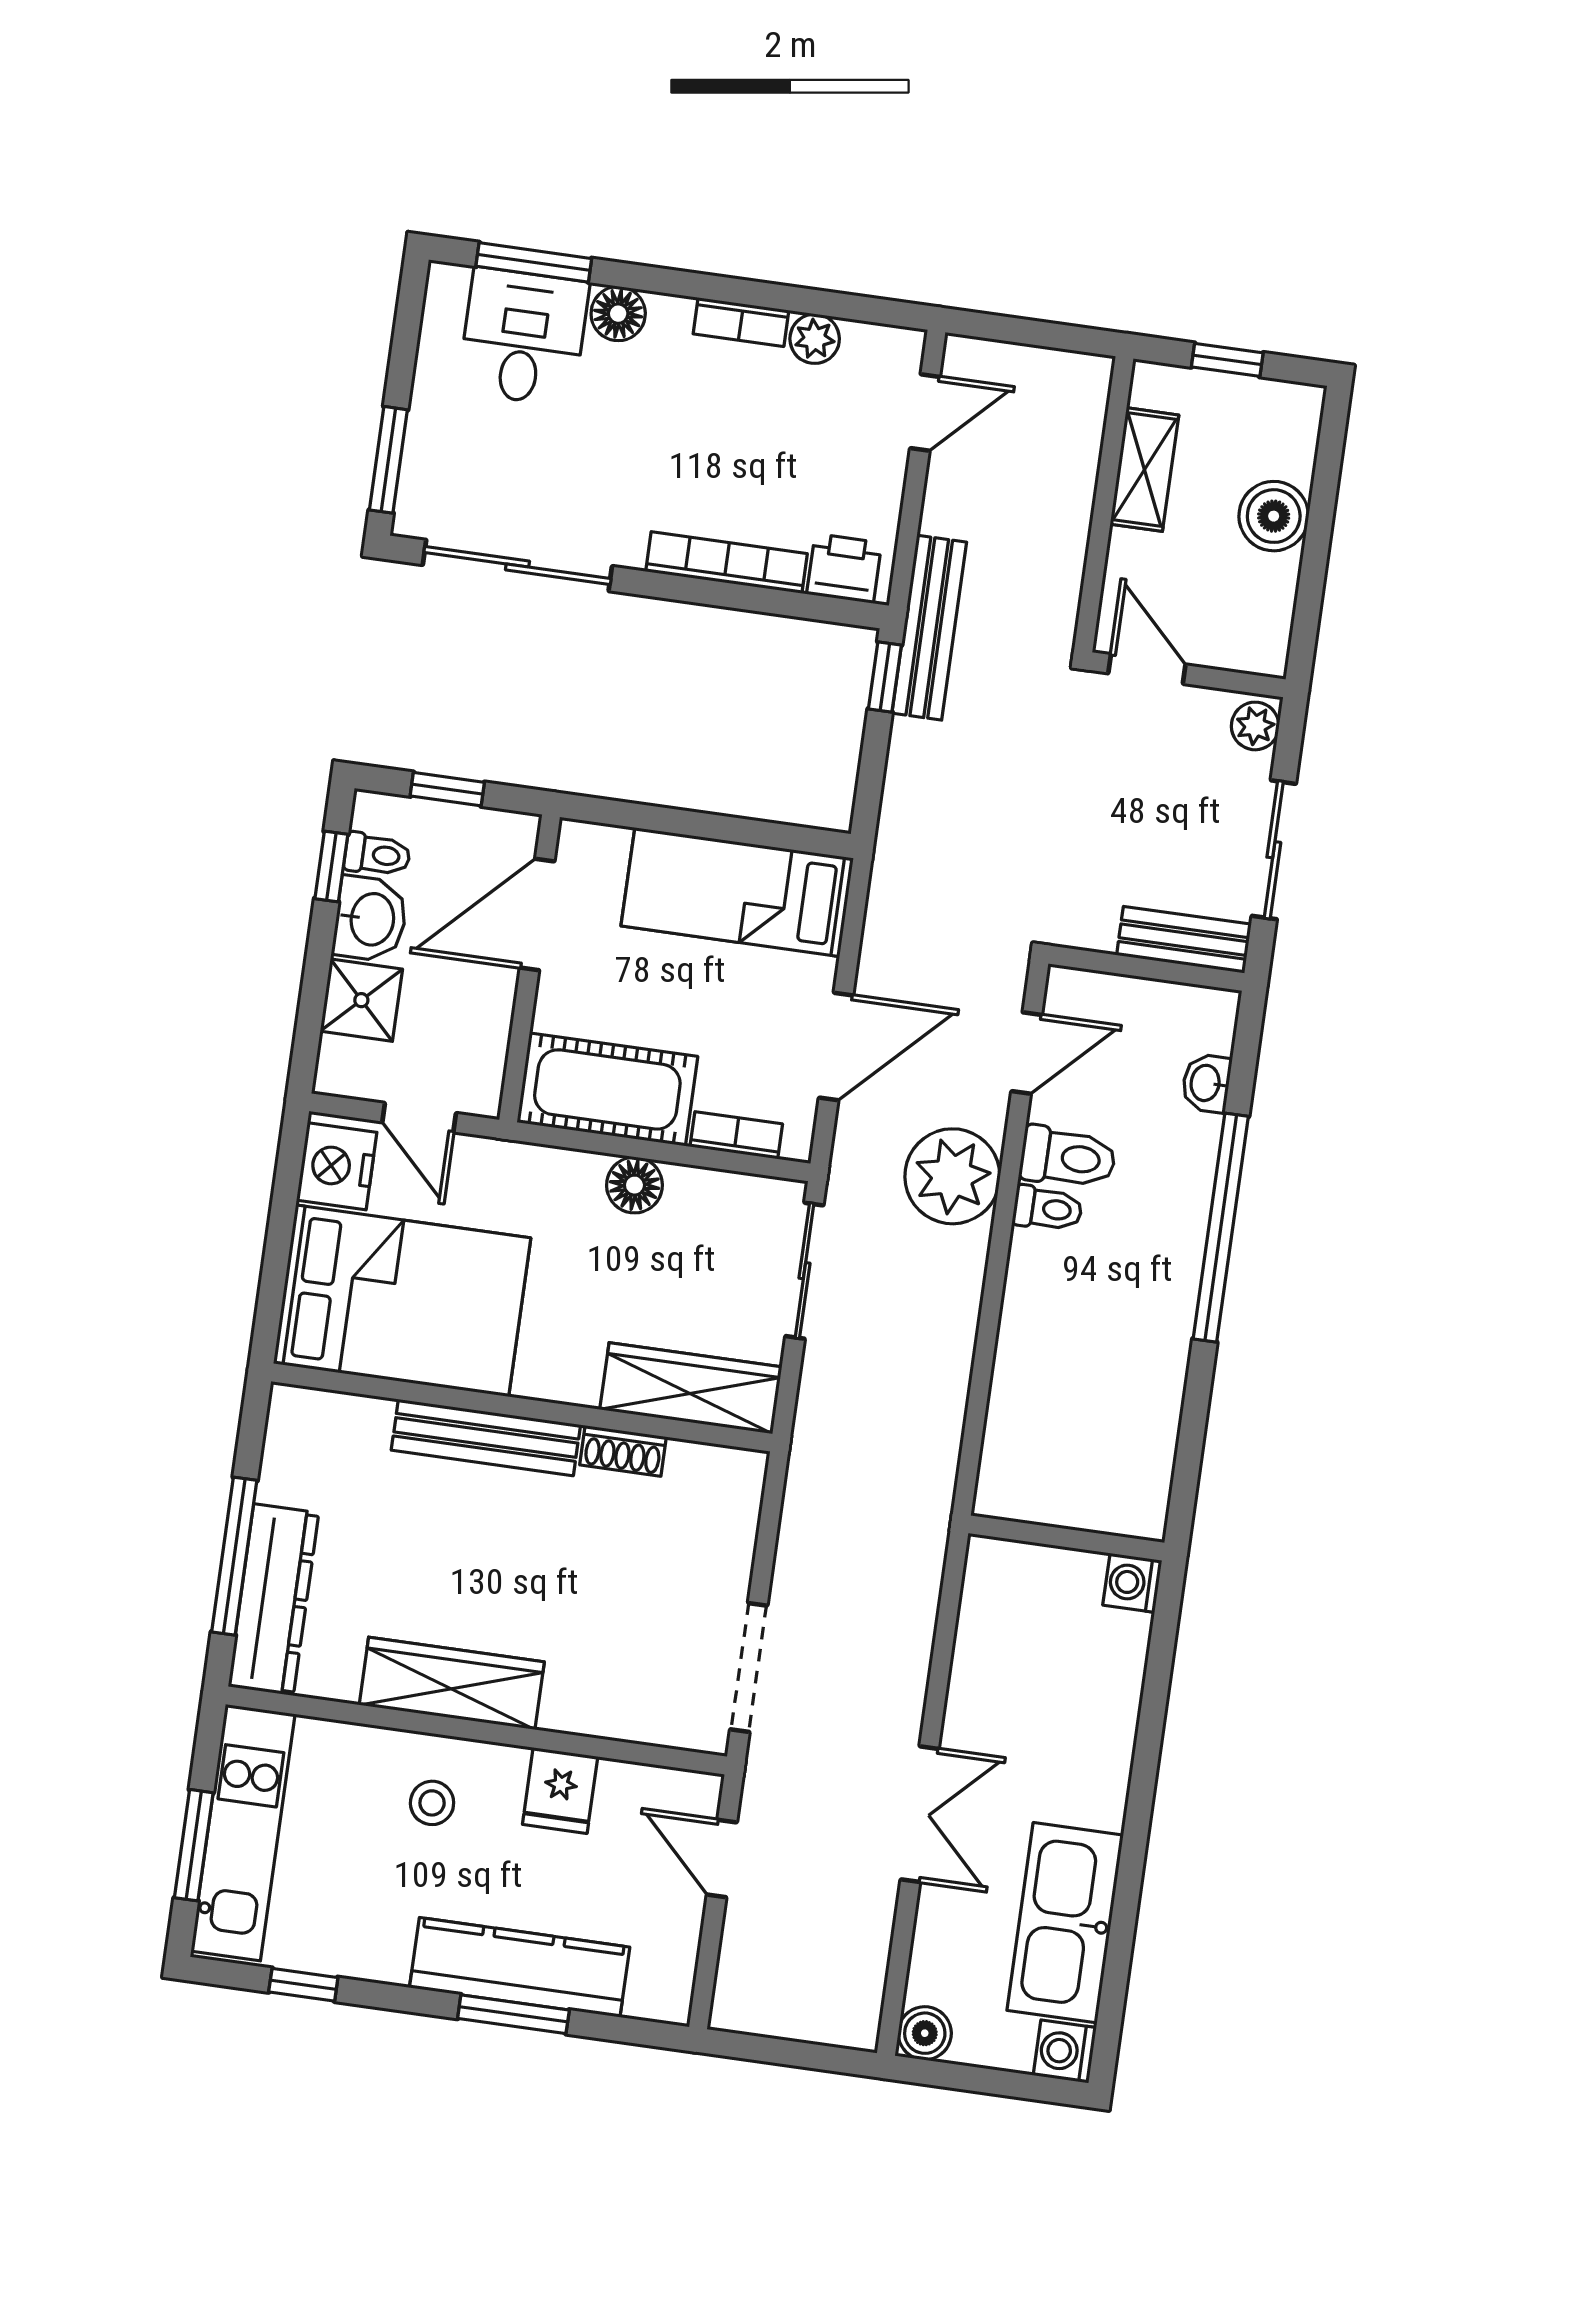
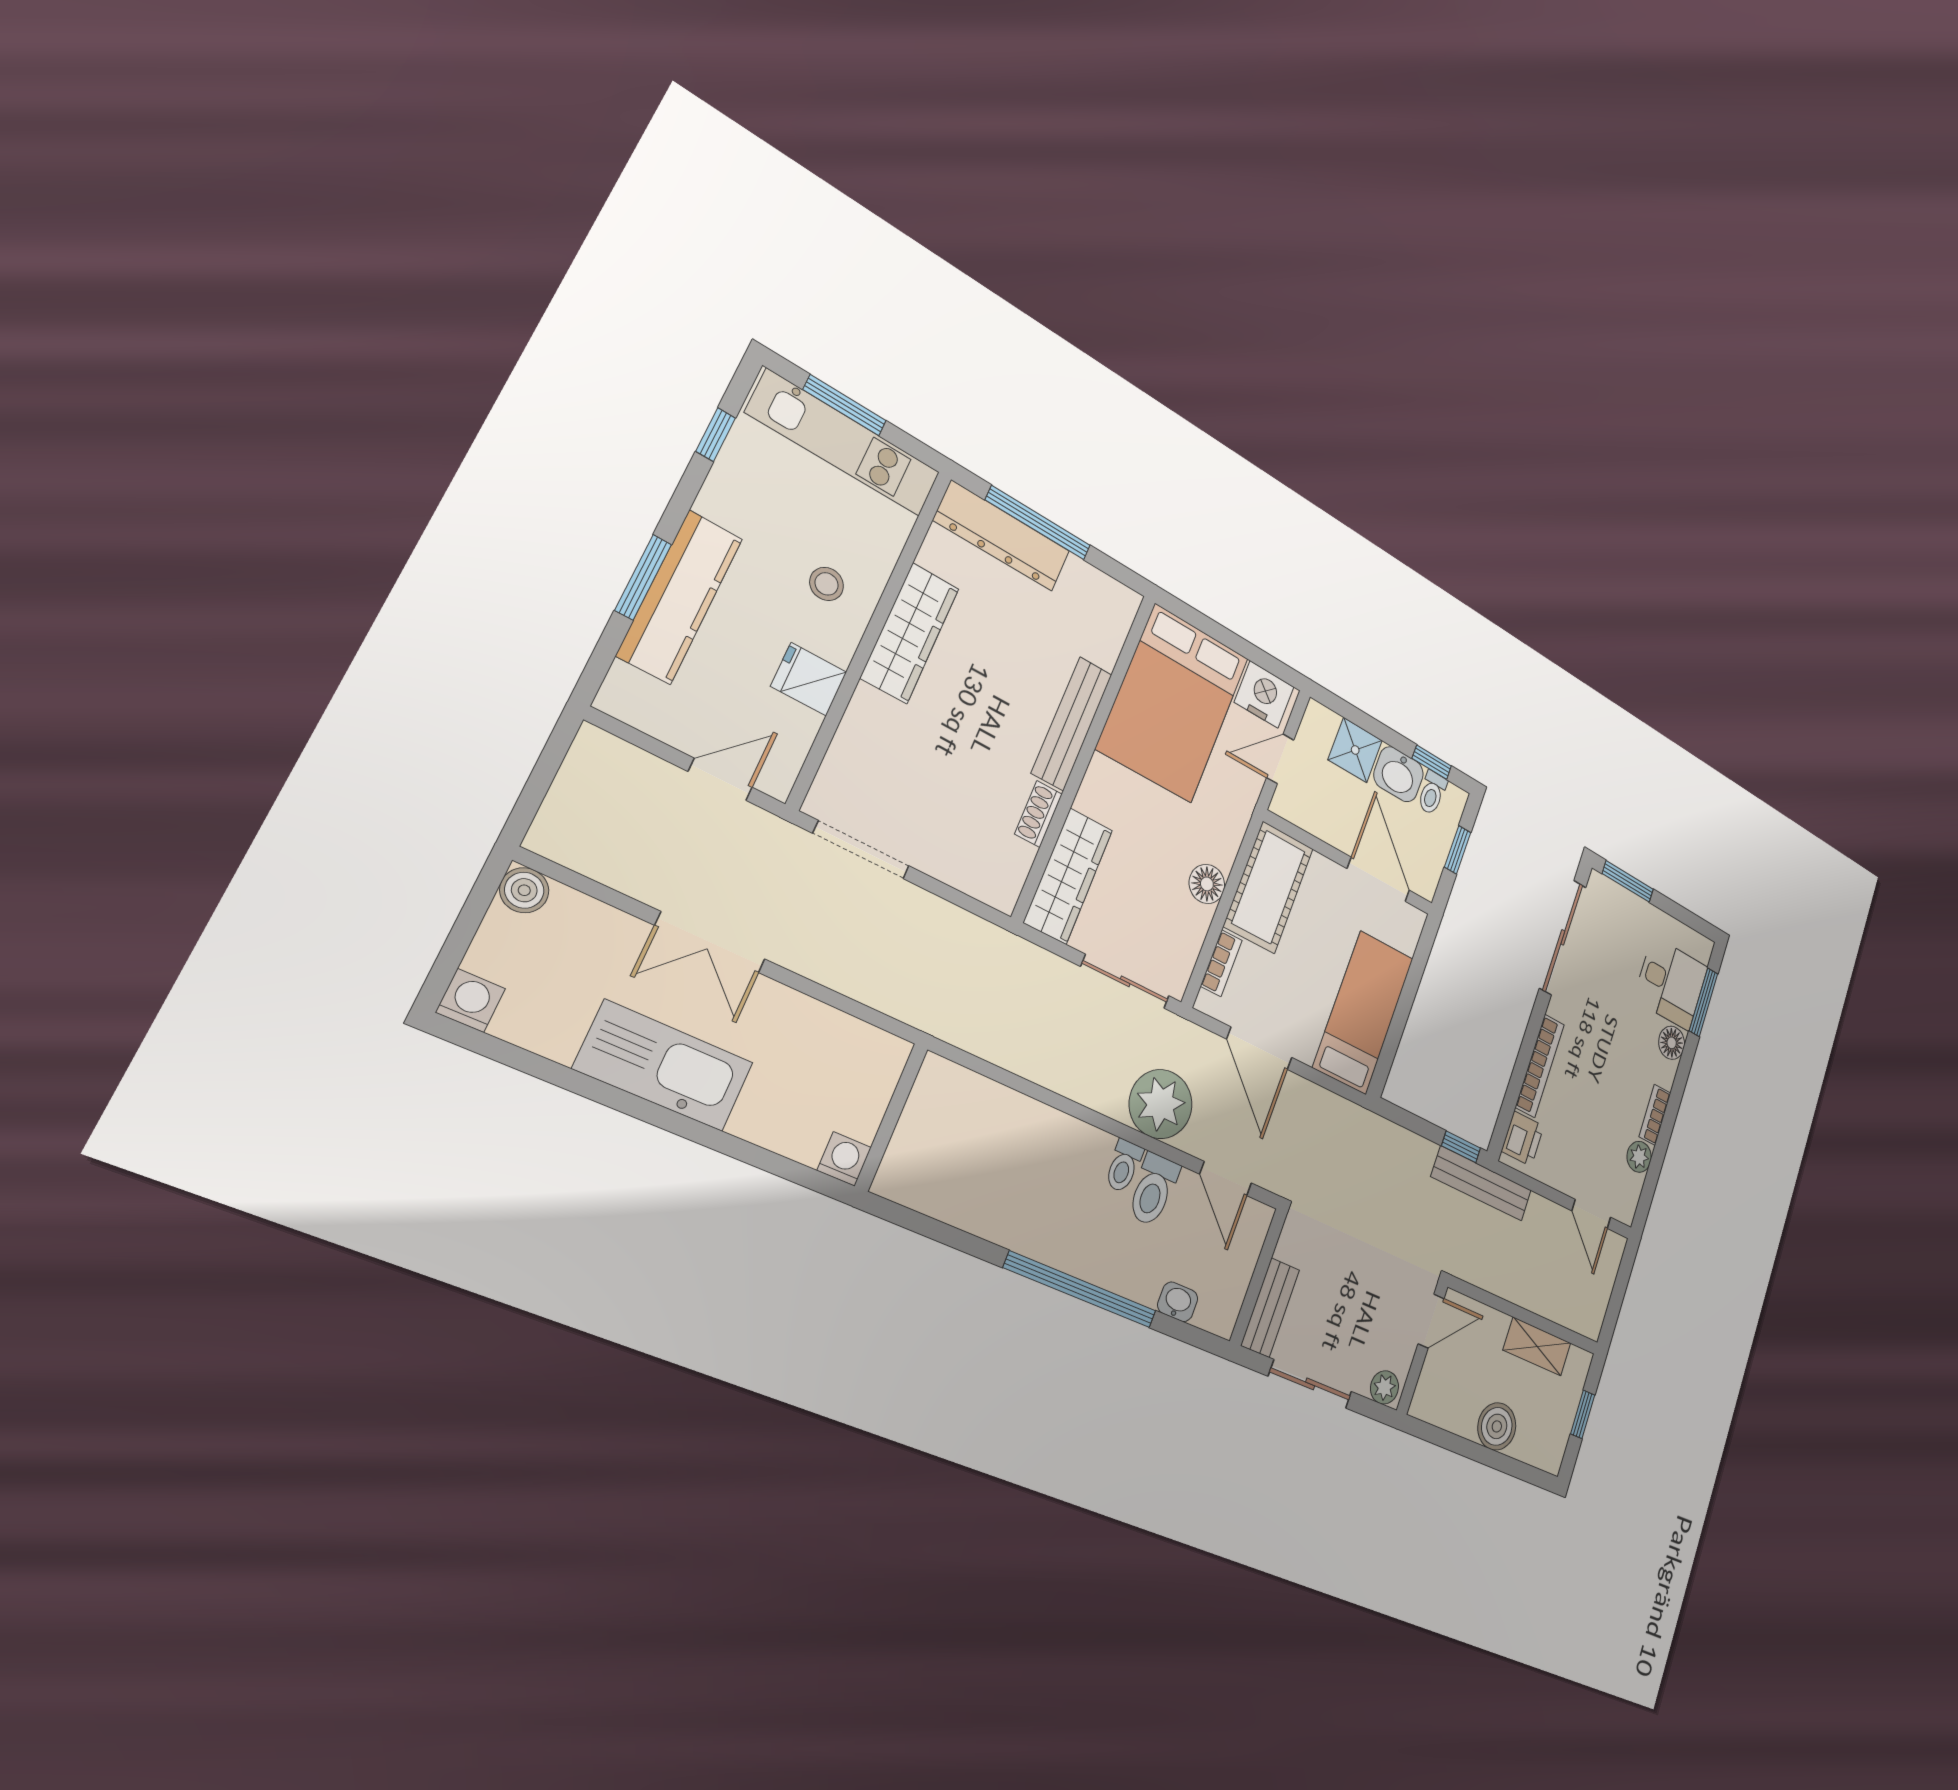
kitchen sink: (1065, 1923) -> (664, 1066), moved

